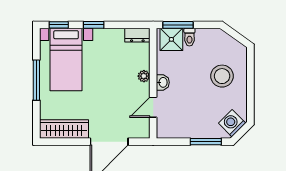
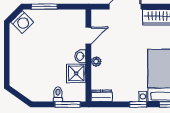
shower: (171, 39) -> (76, 73), moved
stool: (222, 76) -> (31, 62), removed

